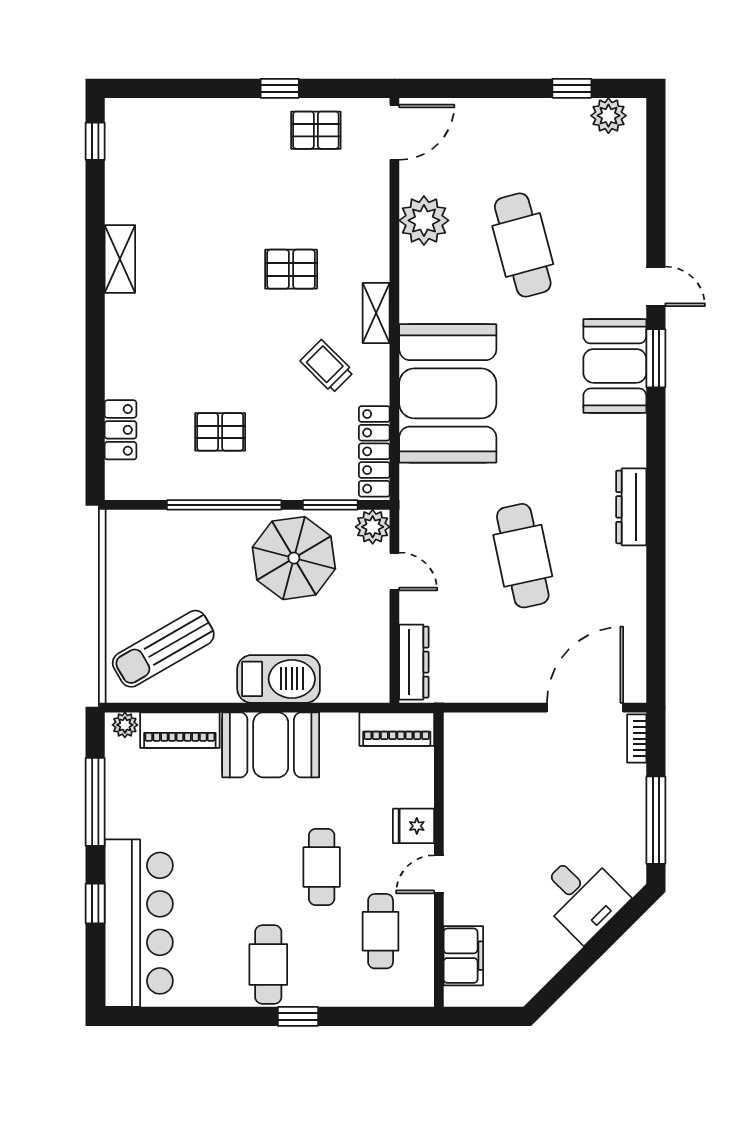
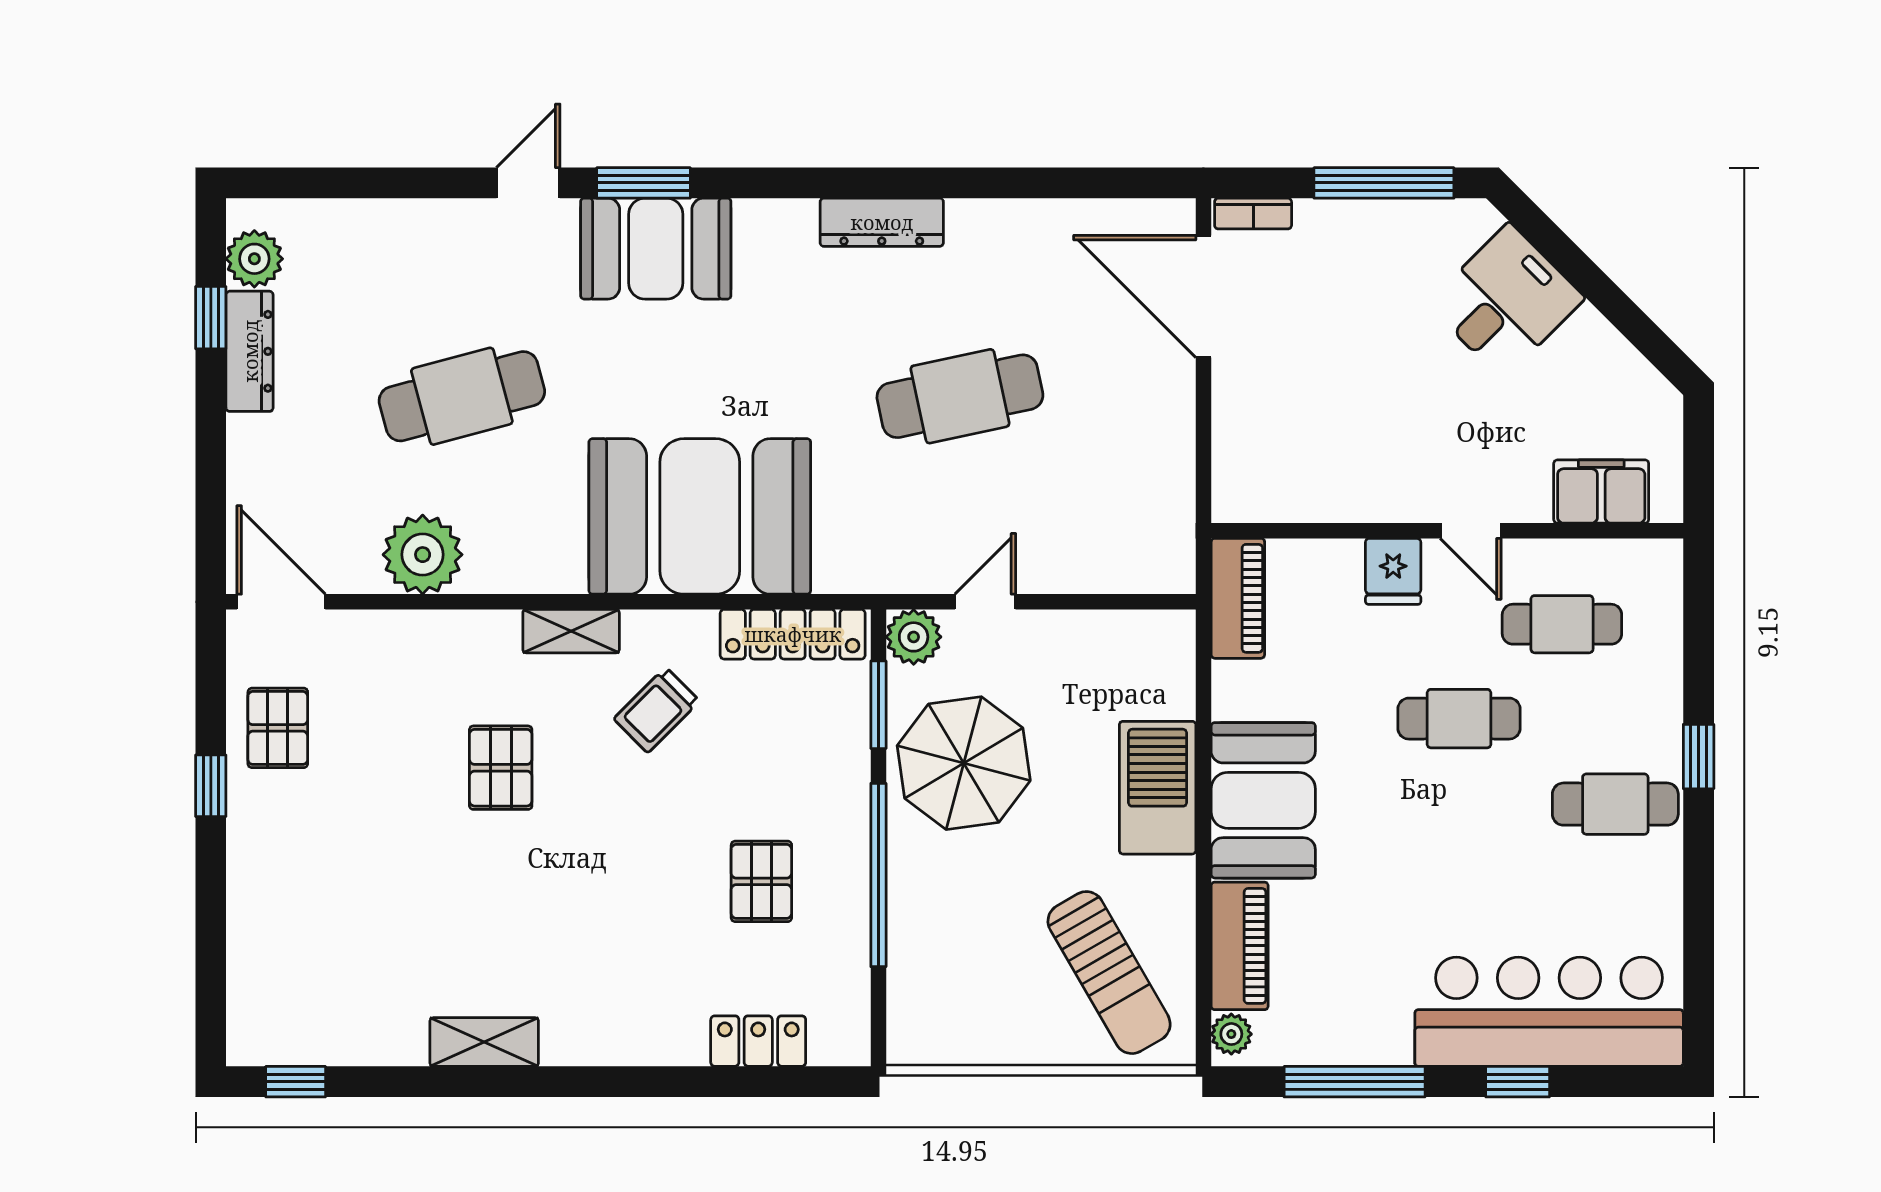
dresser: (414, 662) -> (250, 351), moved, turned 90

